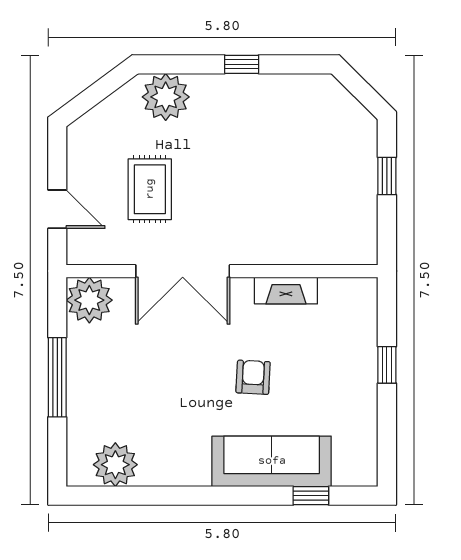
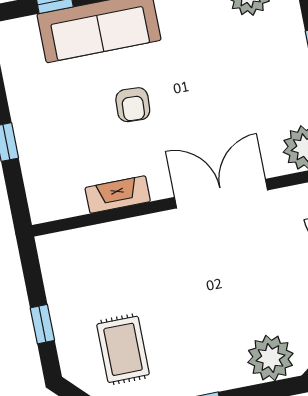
rug: (150, 189) -> (123, 349), moved

